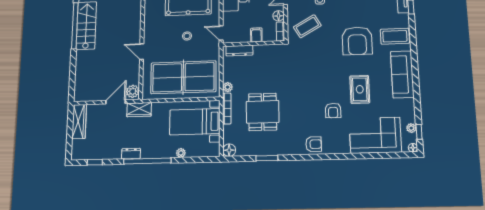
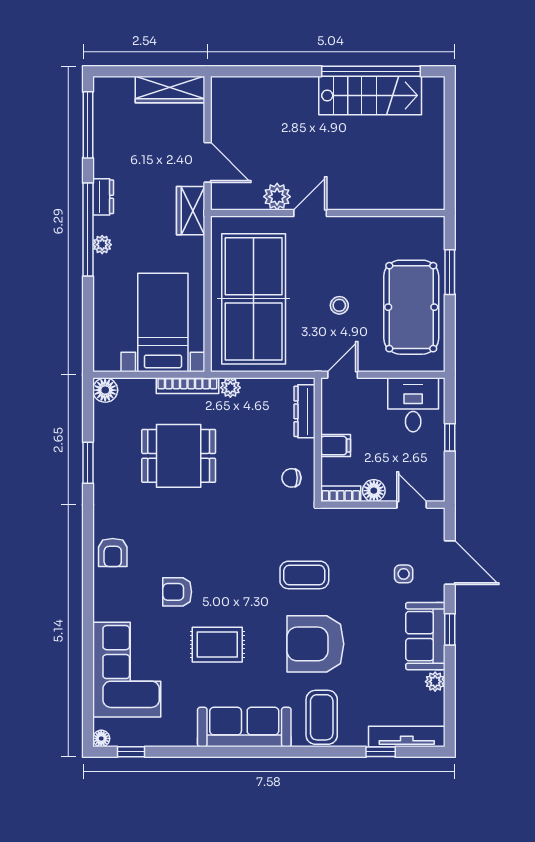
coffee table: (307, 26) -> (304, 575), moved, turned -60
chair: (273, 56) -> (291, 478), added
plant: (133, 91) -> (277, 197), moved
plant: (411, 128) -> (139, 738), removed
plant: (181, 153) -> (102, 245), moved
window: (95, 162) -> (88, 125), width x2.17

